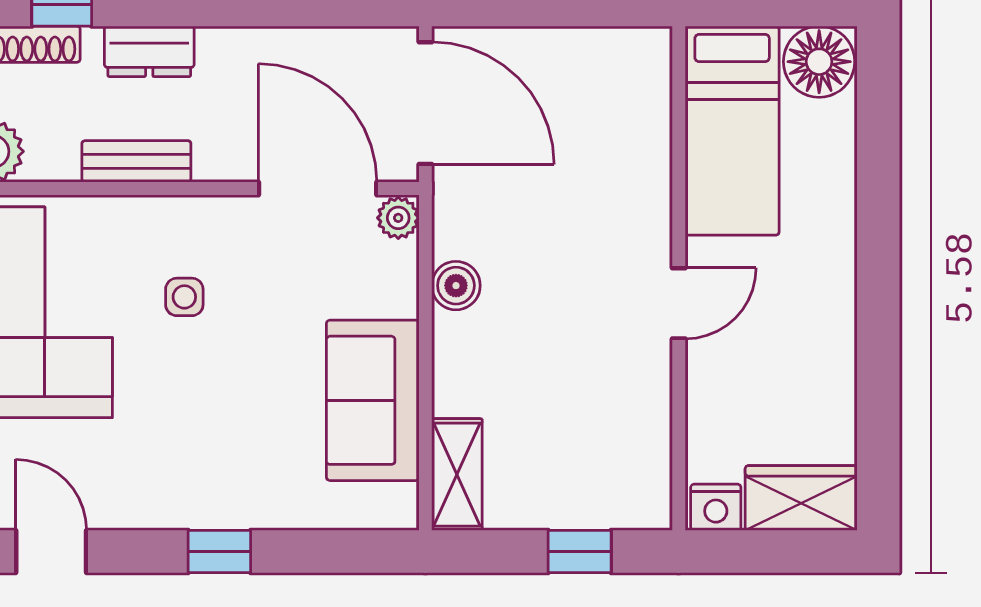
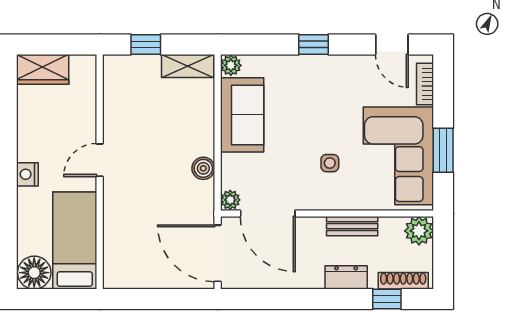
shelving: (457, 475) -> (188, 66), moved, turned 90
plant: (397, 507) -> (231, 65), added
nightstand: (716, 507) -> (27, 174), moved, turned -90

